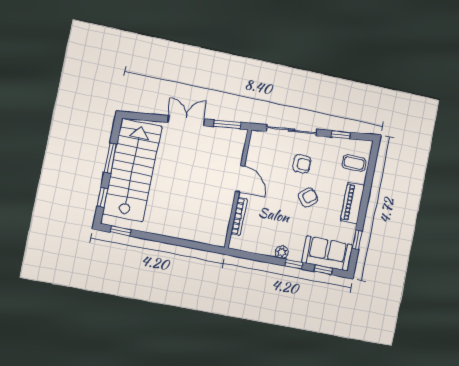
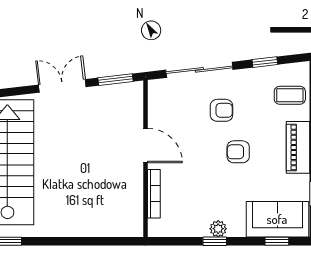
armchair: (308, 197) -> (238, 152), turned -141
window: (294, 264) -> (215, 241), moved

